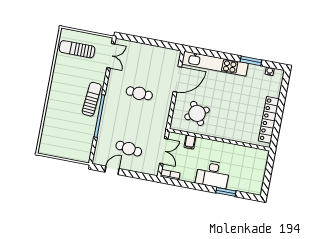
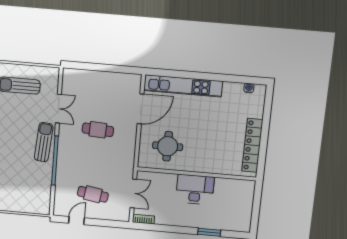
double door: (111, 56) -> (58, 109), moved
window: (251, 61) -> (226, 78), removed
round table: (197, 113) -> (168, 146), turned 31
filing cabinet: (190, 142) -> (162, 180), removed
desk: (213, 174) -> (195, 189), moved, turned 180

